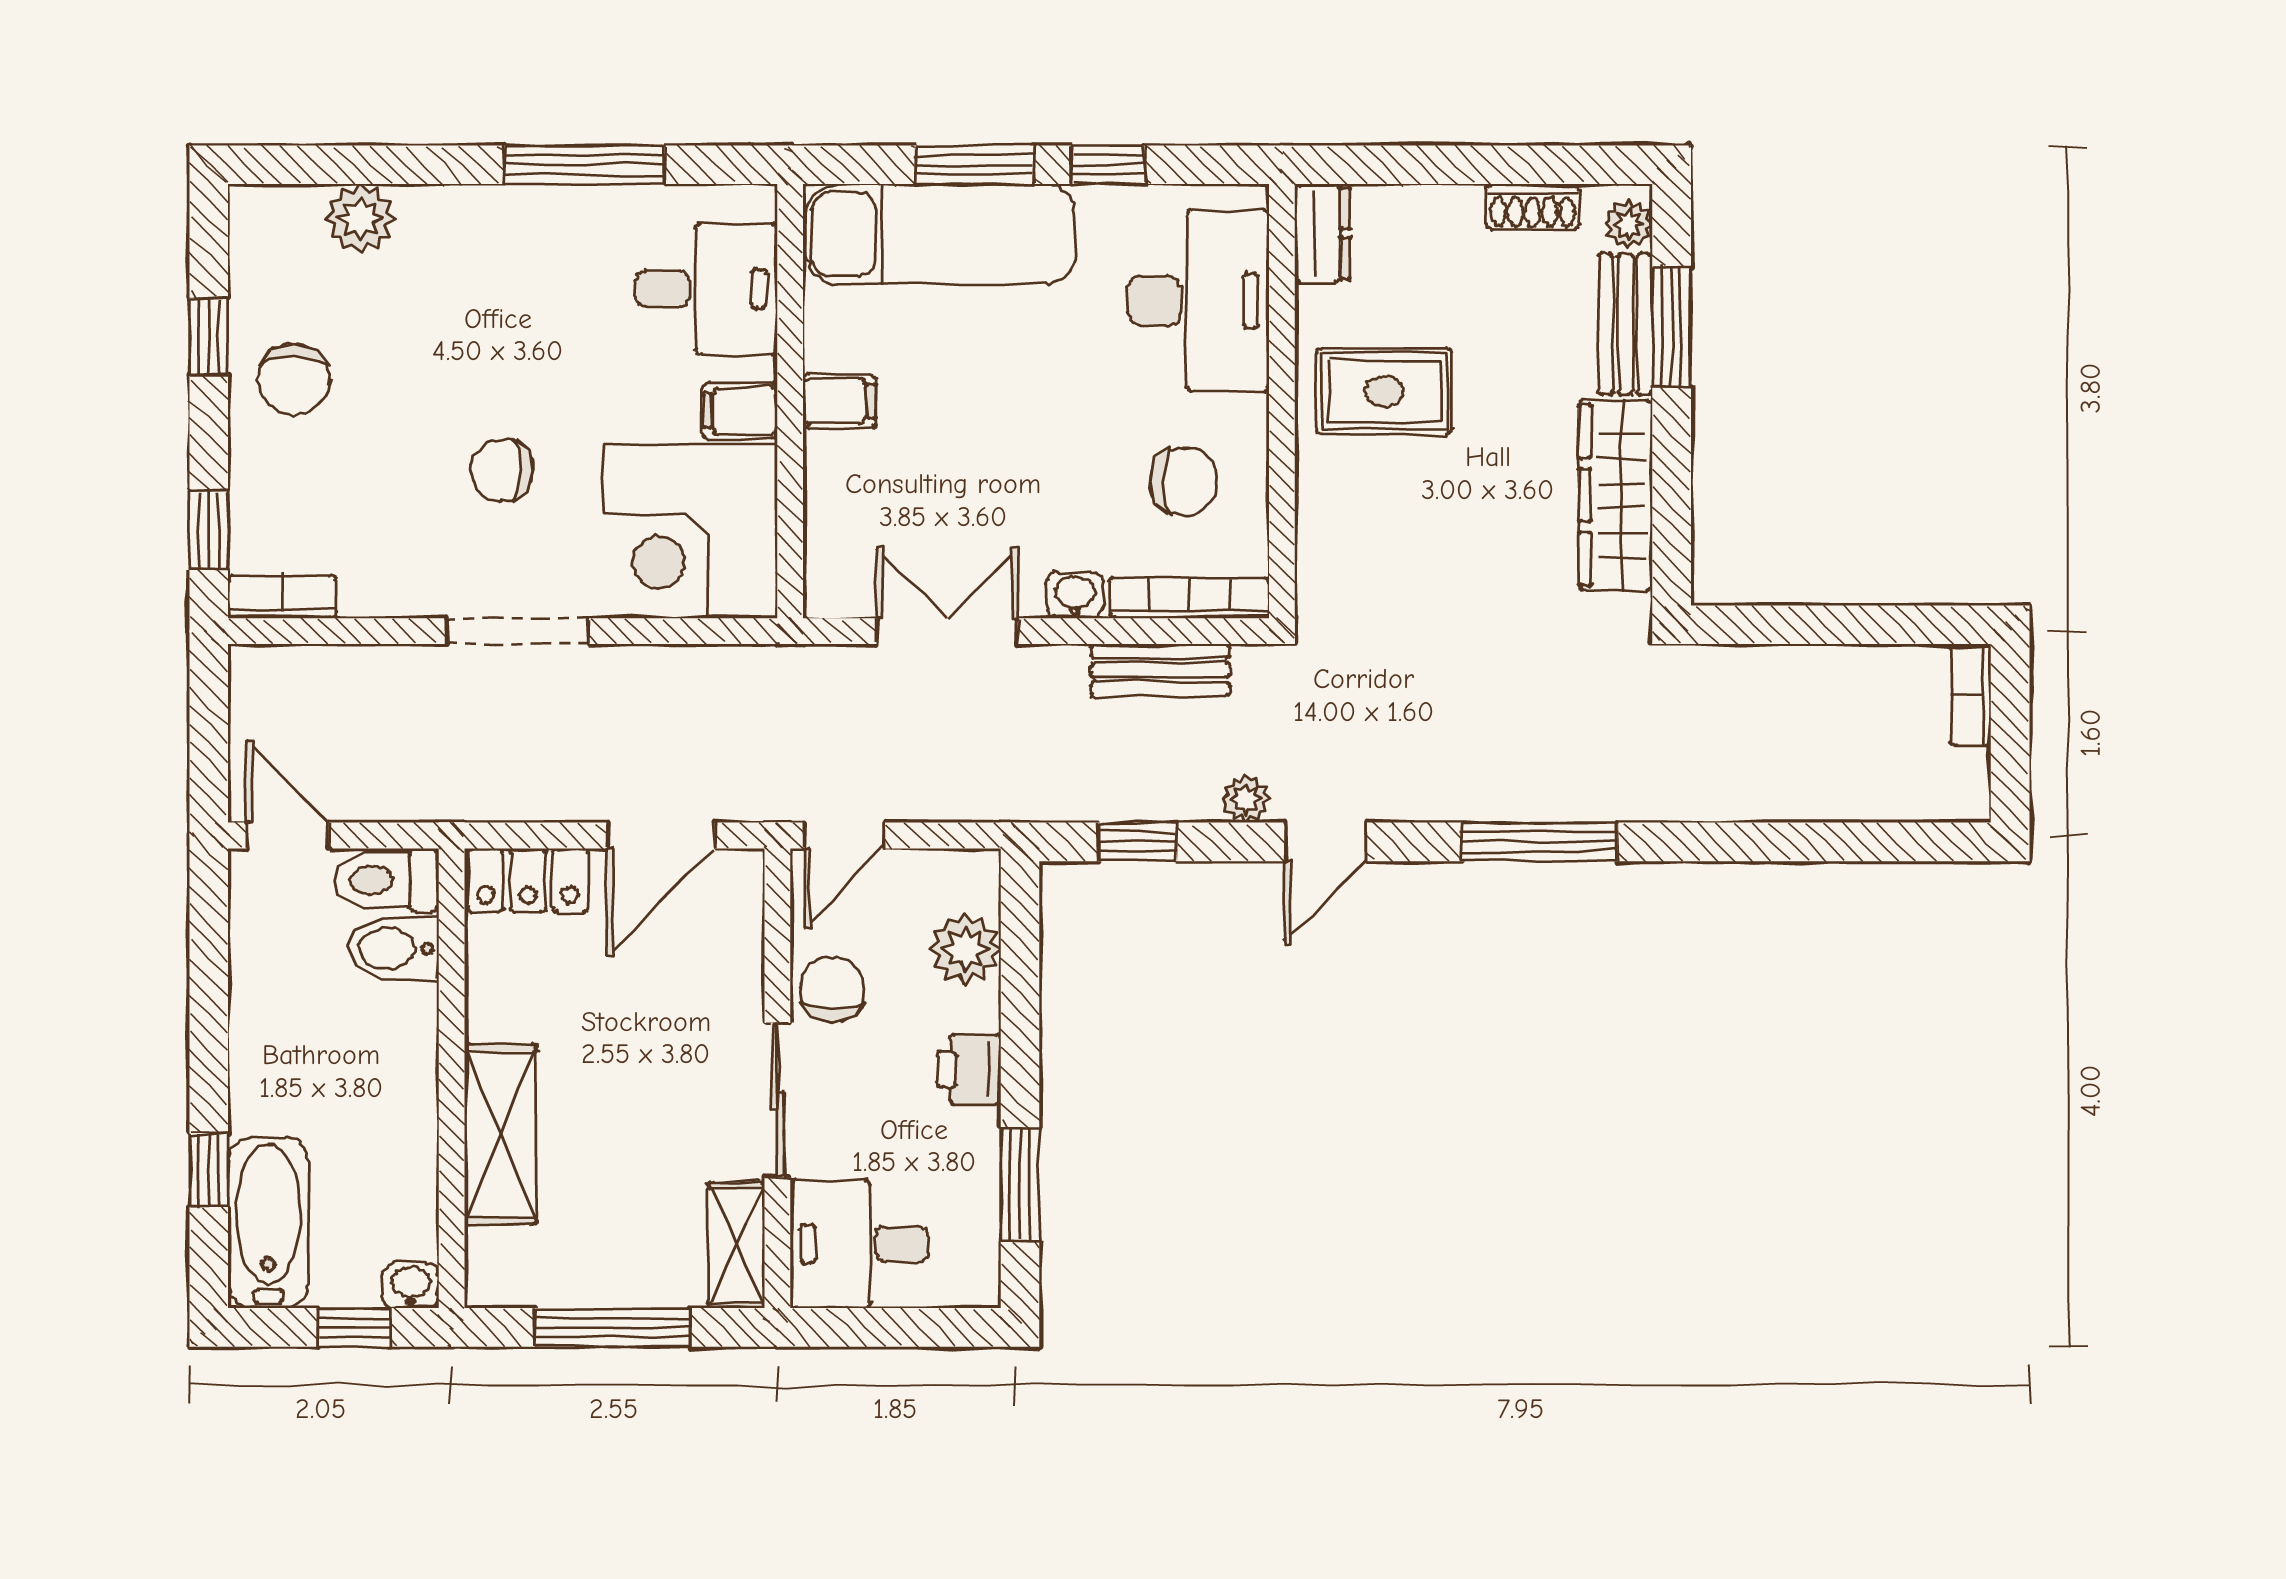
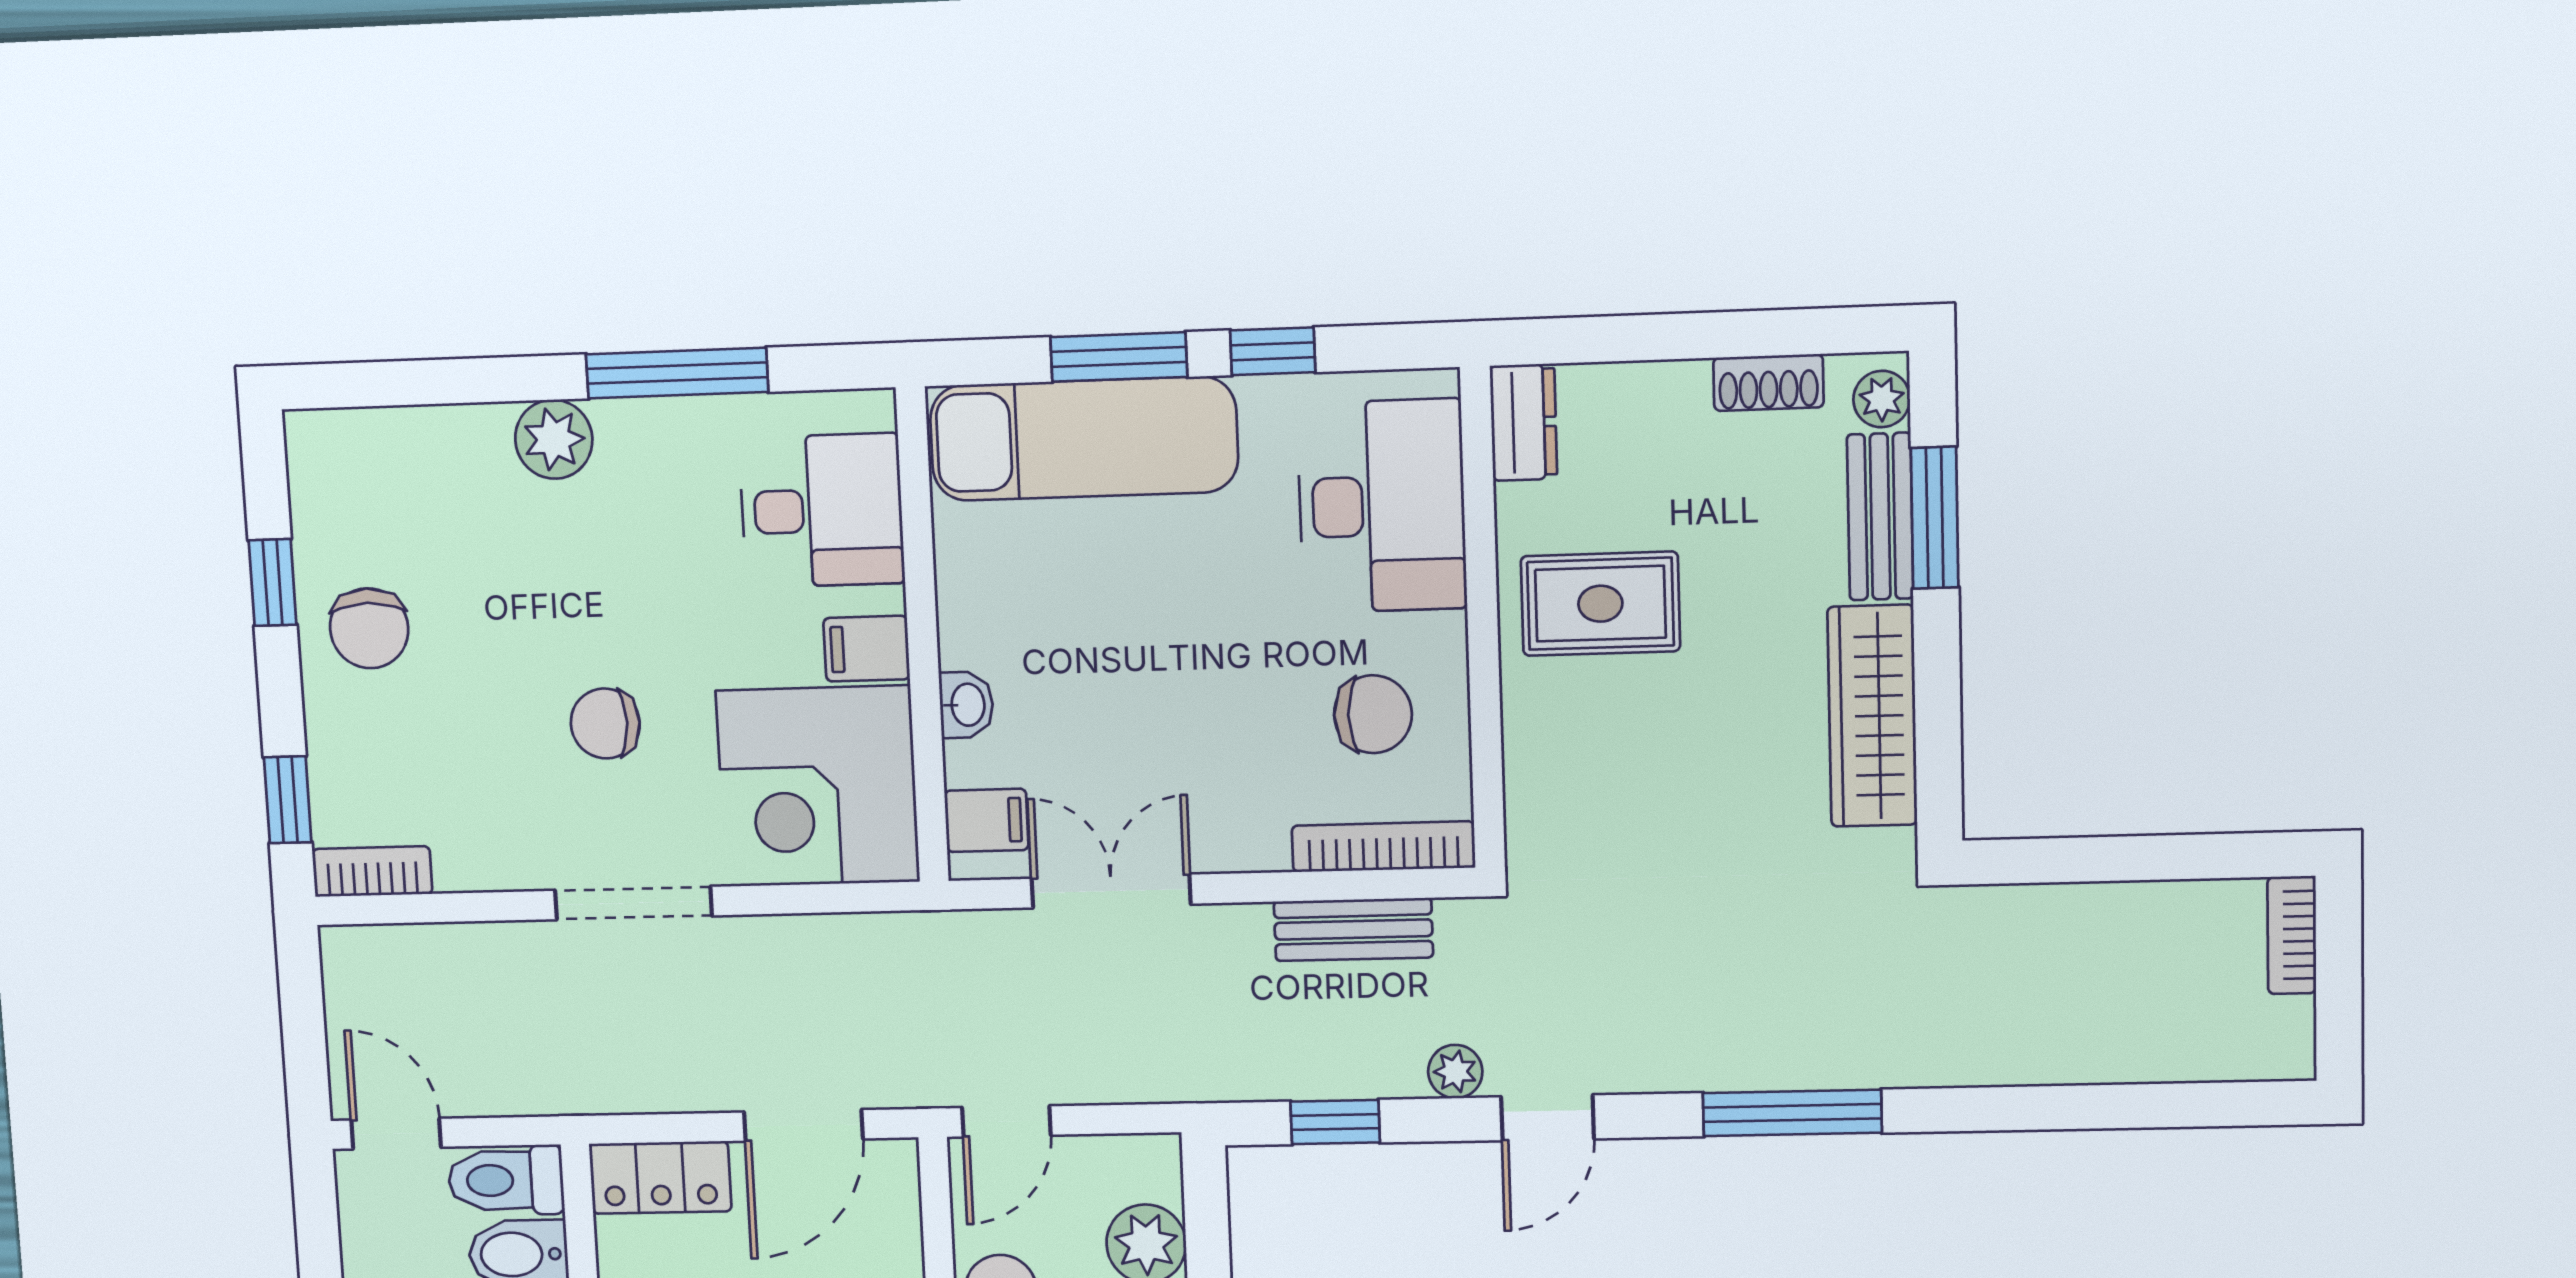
plant: (360, 218) -> (554, 439), moved
filing cabinet: (839, 401) -> (986, 820), moved
washbasin: (1075, 595) -> (966, 705), moved, turned 90

